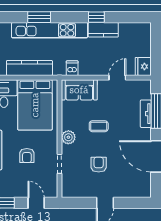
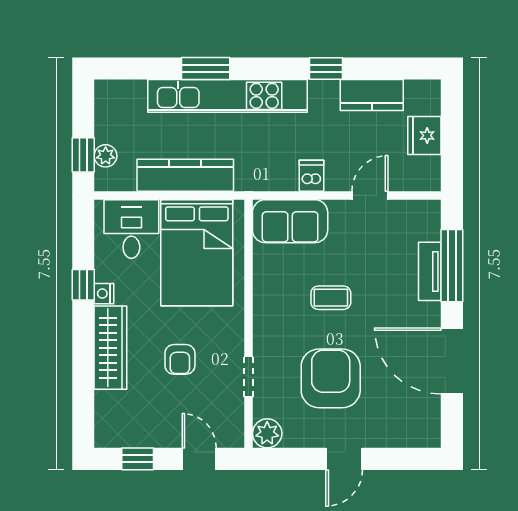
kitchen counter: (103, 30) -> (372, 95), moved
fridge: (143, 66) -> (424, 135), moved
dishwasher: (72, 68) -> (312, 176), moved
plant: (68, 137) -> (267, 433), moved
armchair: (99, 165) -> (331, 378), width x1.88, depth x1.88

